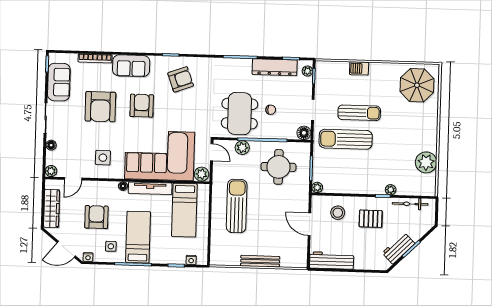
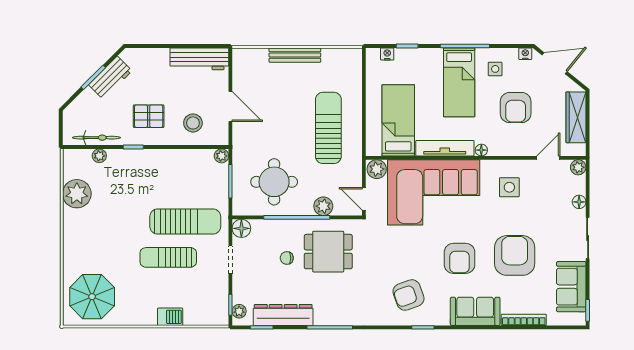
dining table: (240, 114) -> (328, 252), width x0.73
plant: (391, 190) -> (99, 156), moved
sun lounger: (237, 206) -> (328, 128), turned 180

